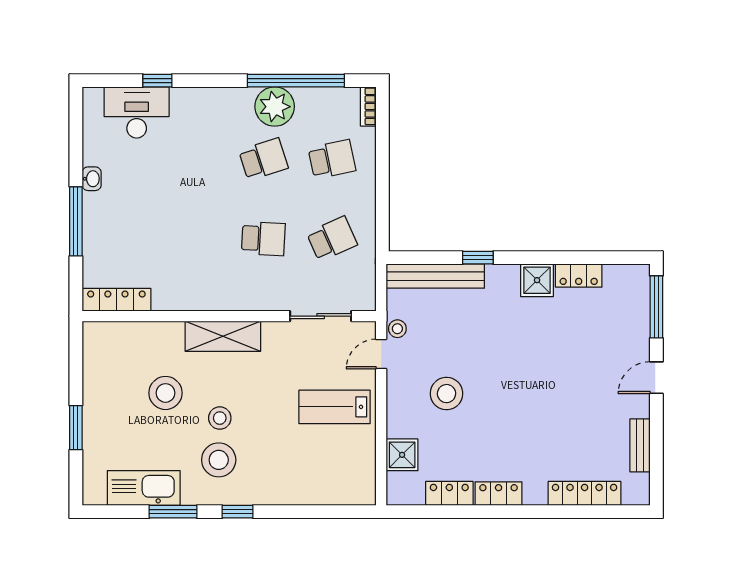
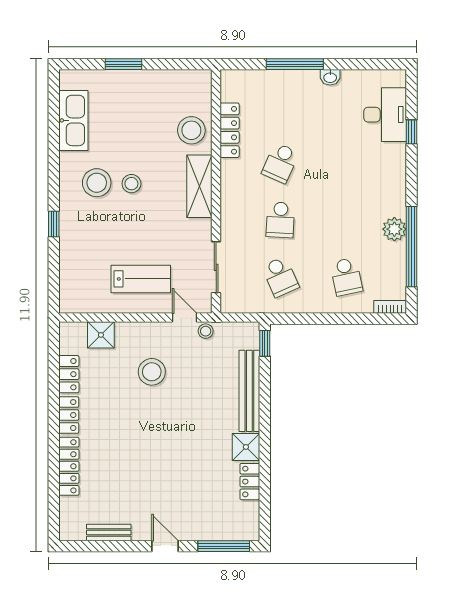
plant: (275, 107) -> (394, 229), width x0.73, depth x0.73
school desk: (263, 159) -> (280, 163), moved, turned 42
window: (478, 258) -> (265, 343), moved
bench: (435, 276) -> (249, 391), moved
locker: (116, 300) -> (230, 130), moved
stool: (166, 393) -> (191, 130), moved
lab bench: (335, 407) -> (141, 279), turned 90
locker: (585, 493) -> (69, 466), moved
window: (173, 512) -> (54, 145), removed
window: (237, 512) -> (54, 224), moved

